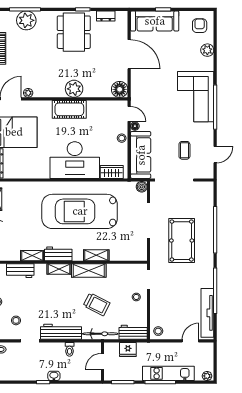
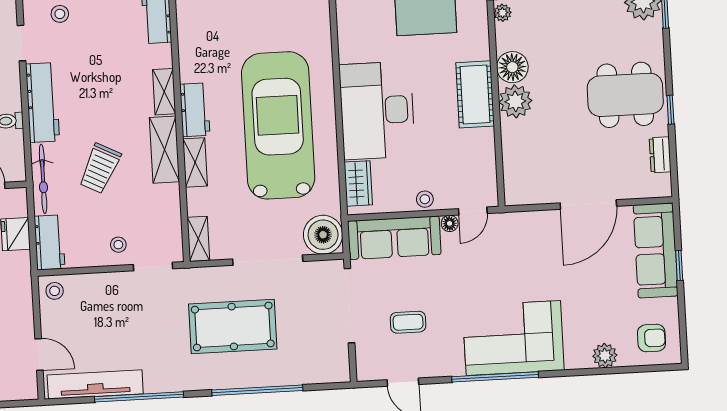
floor lamp: (120, 89) -> (512, 67), moved
boiler: (142, 187) -> (323, 235), width x1.86, depth x1.86
workbench: (58, 254) -> (195, 110), moved
shelving: (32, 256) -> (198, 239), moved

